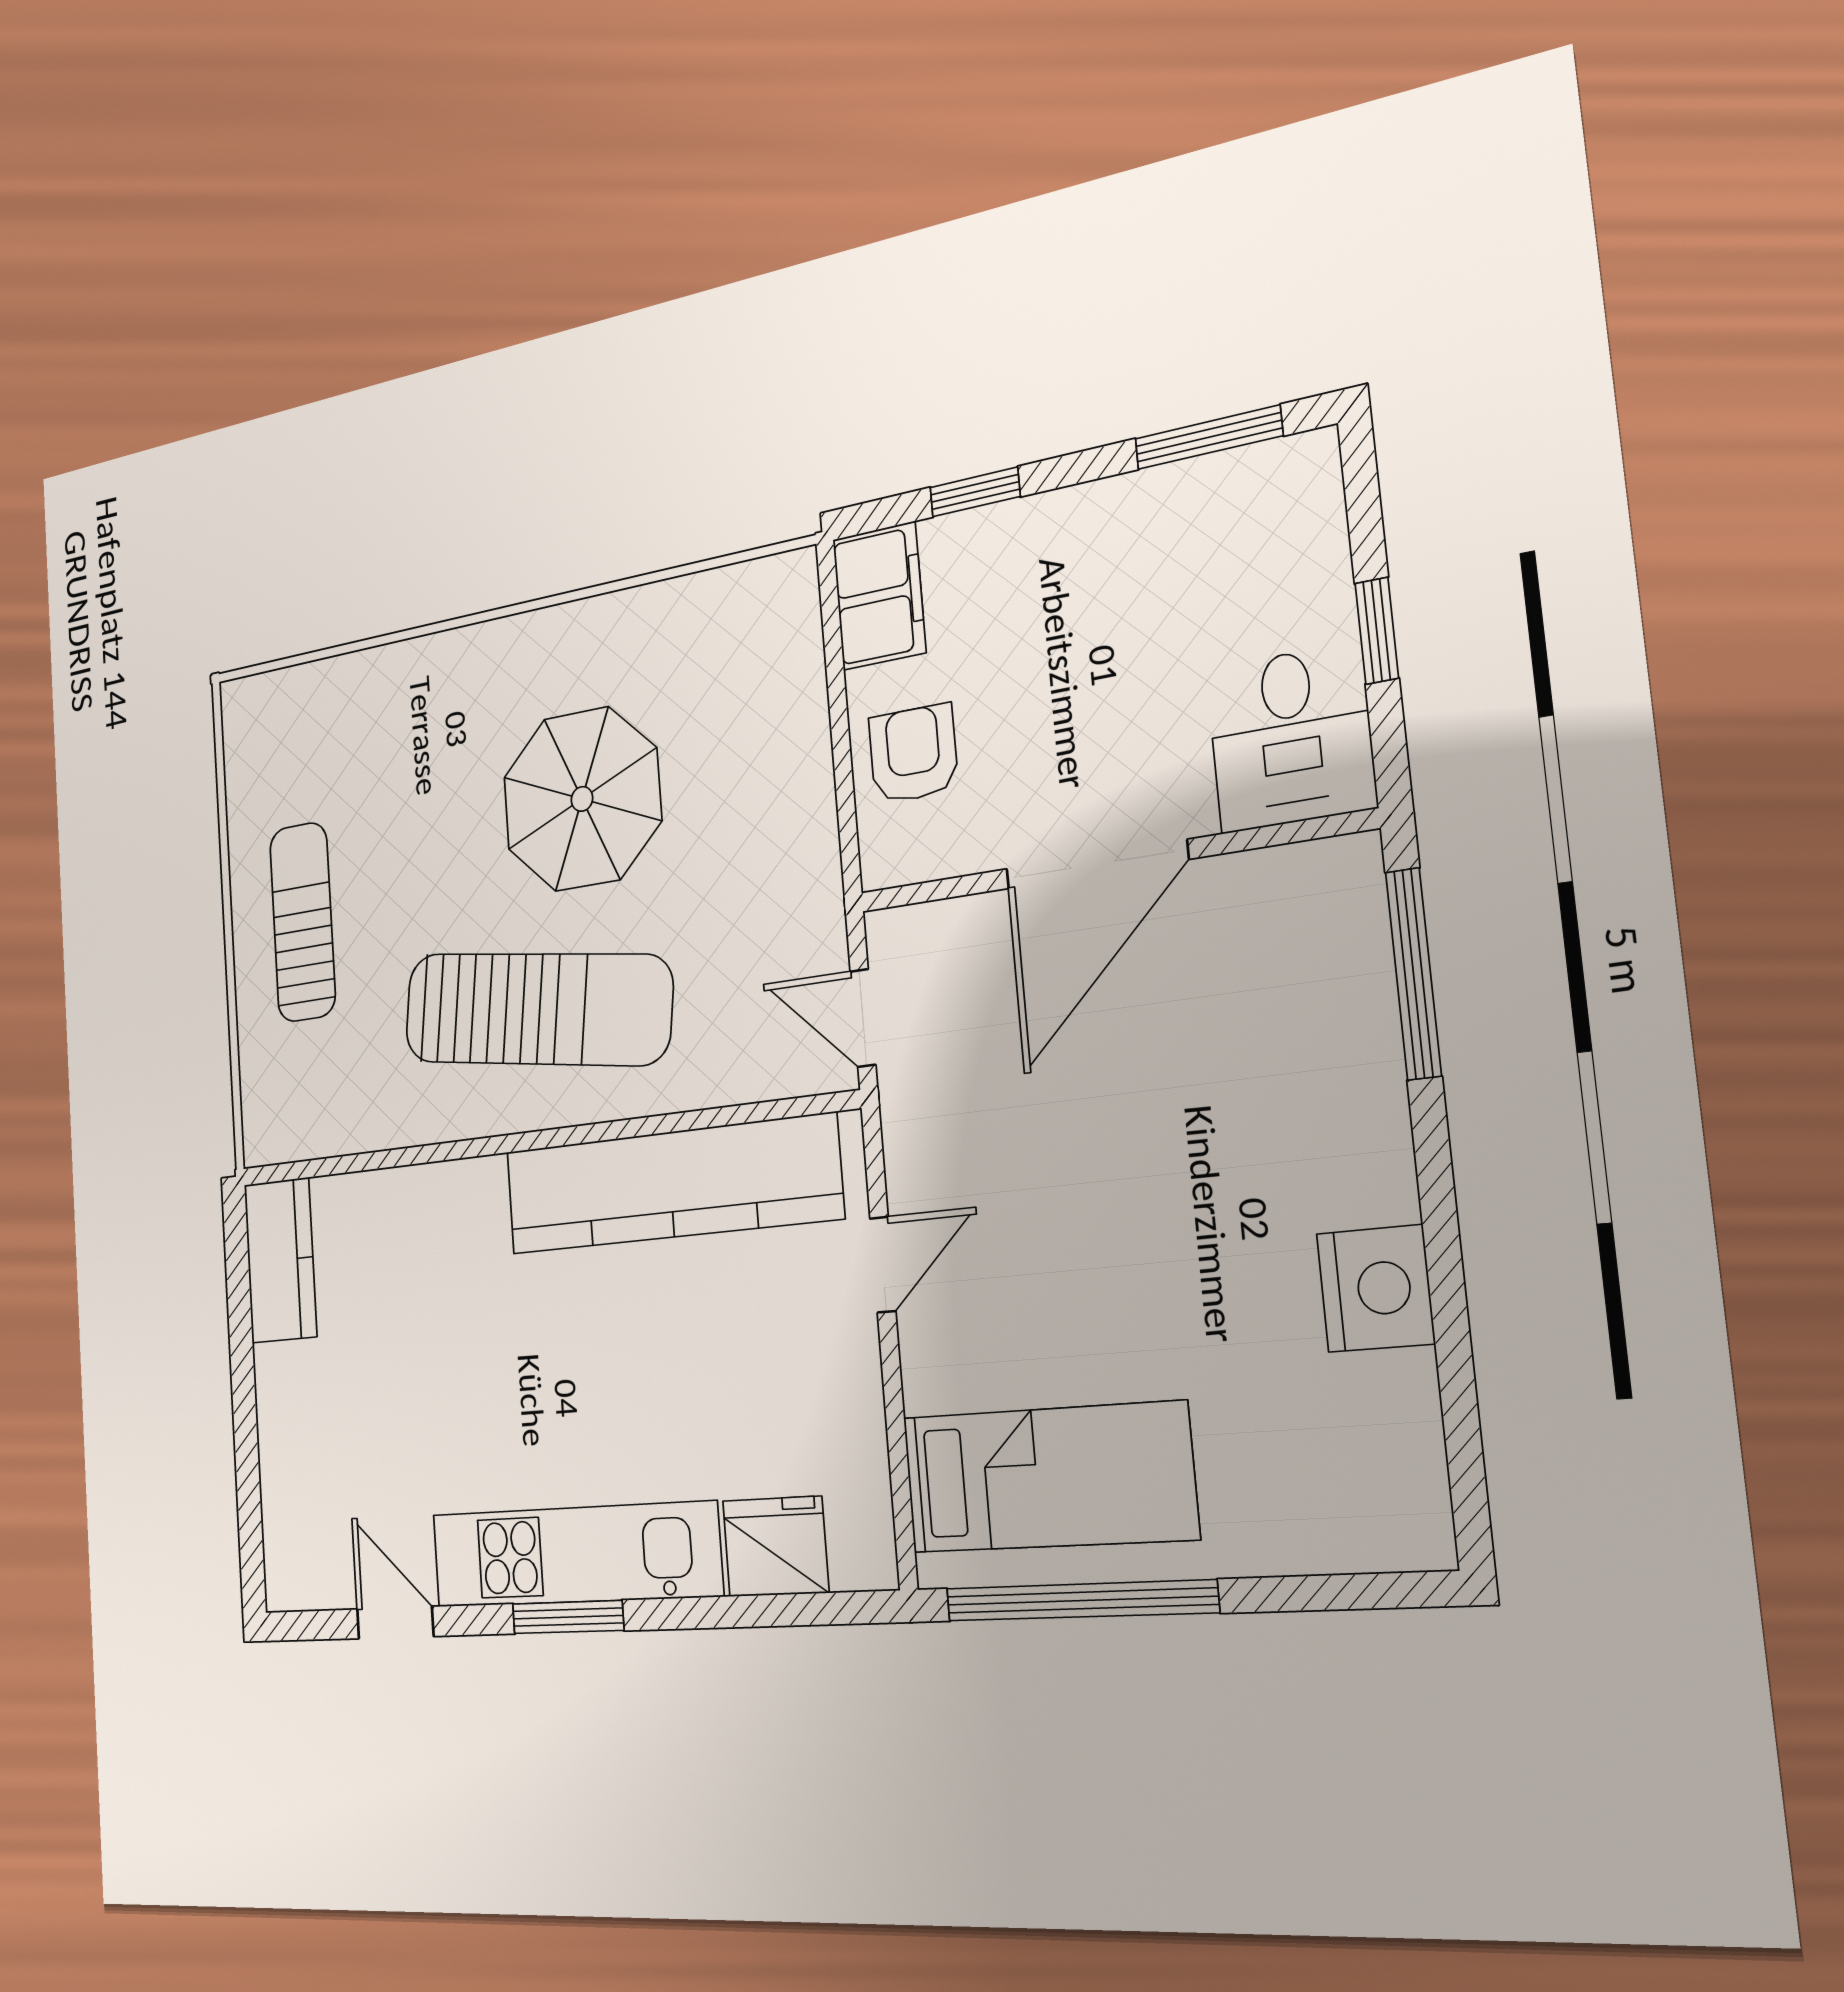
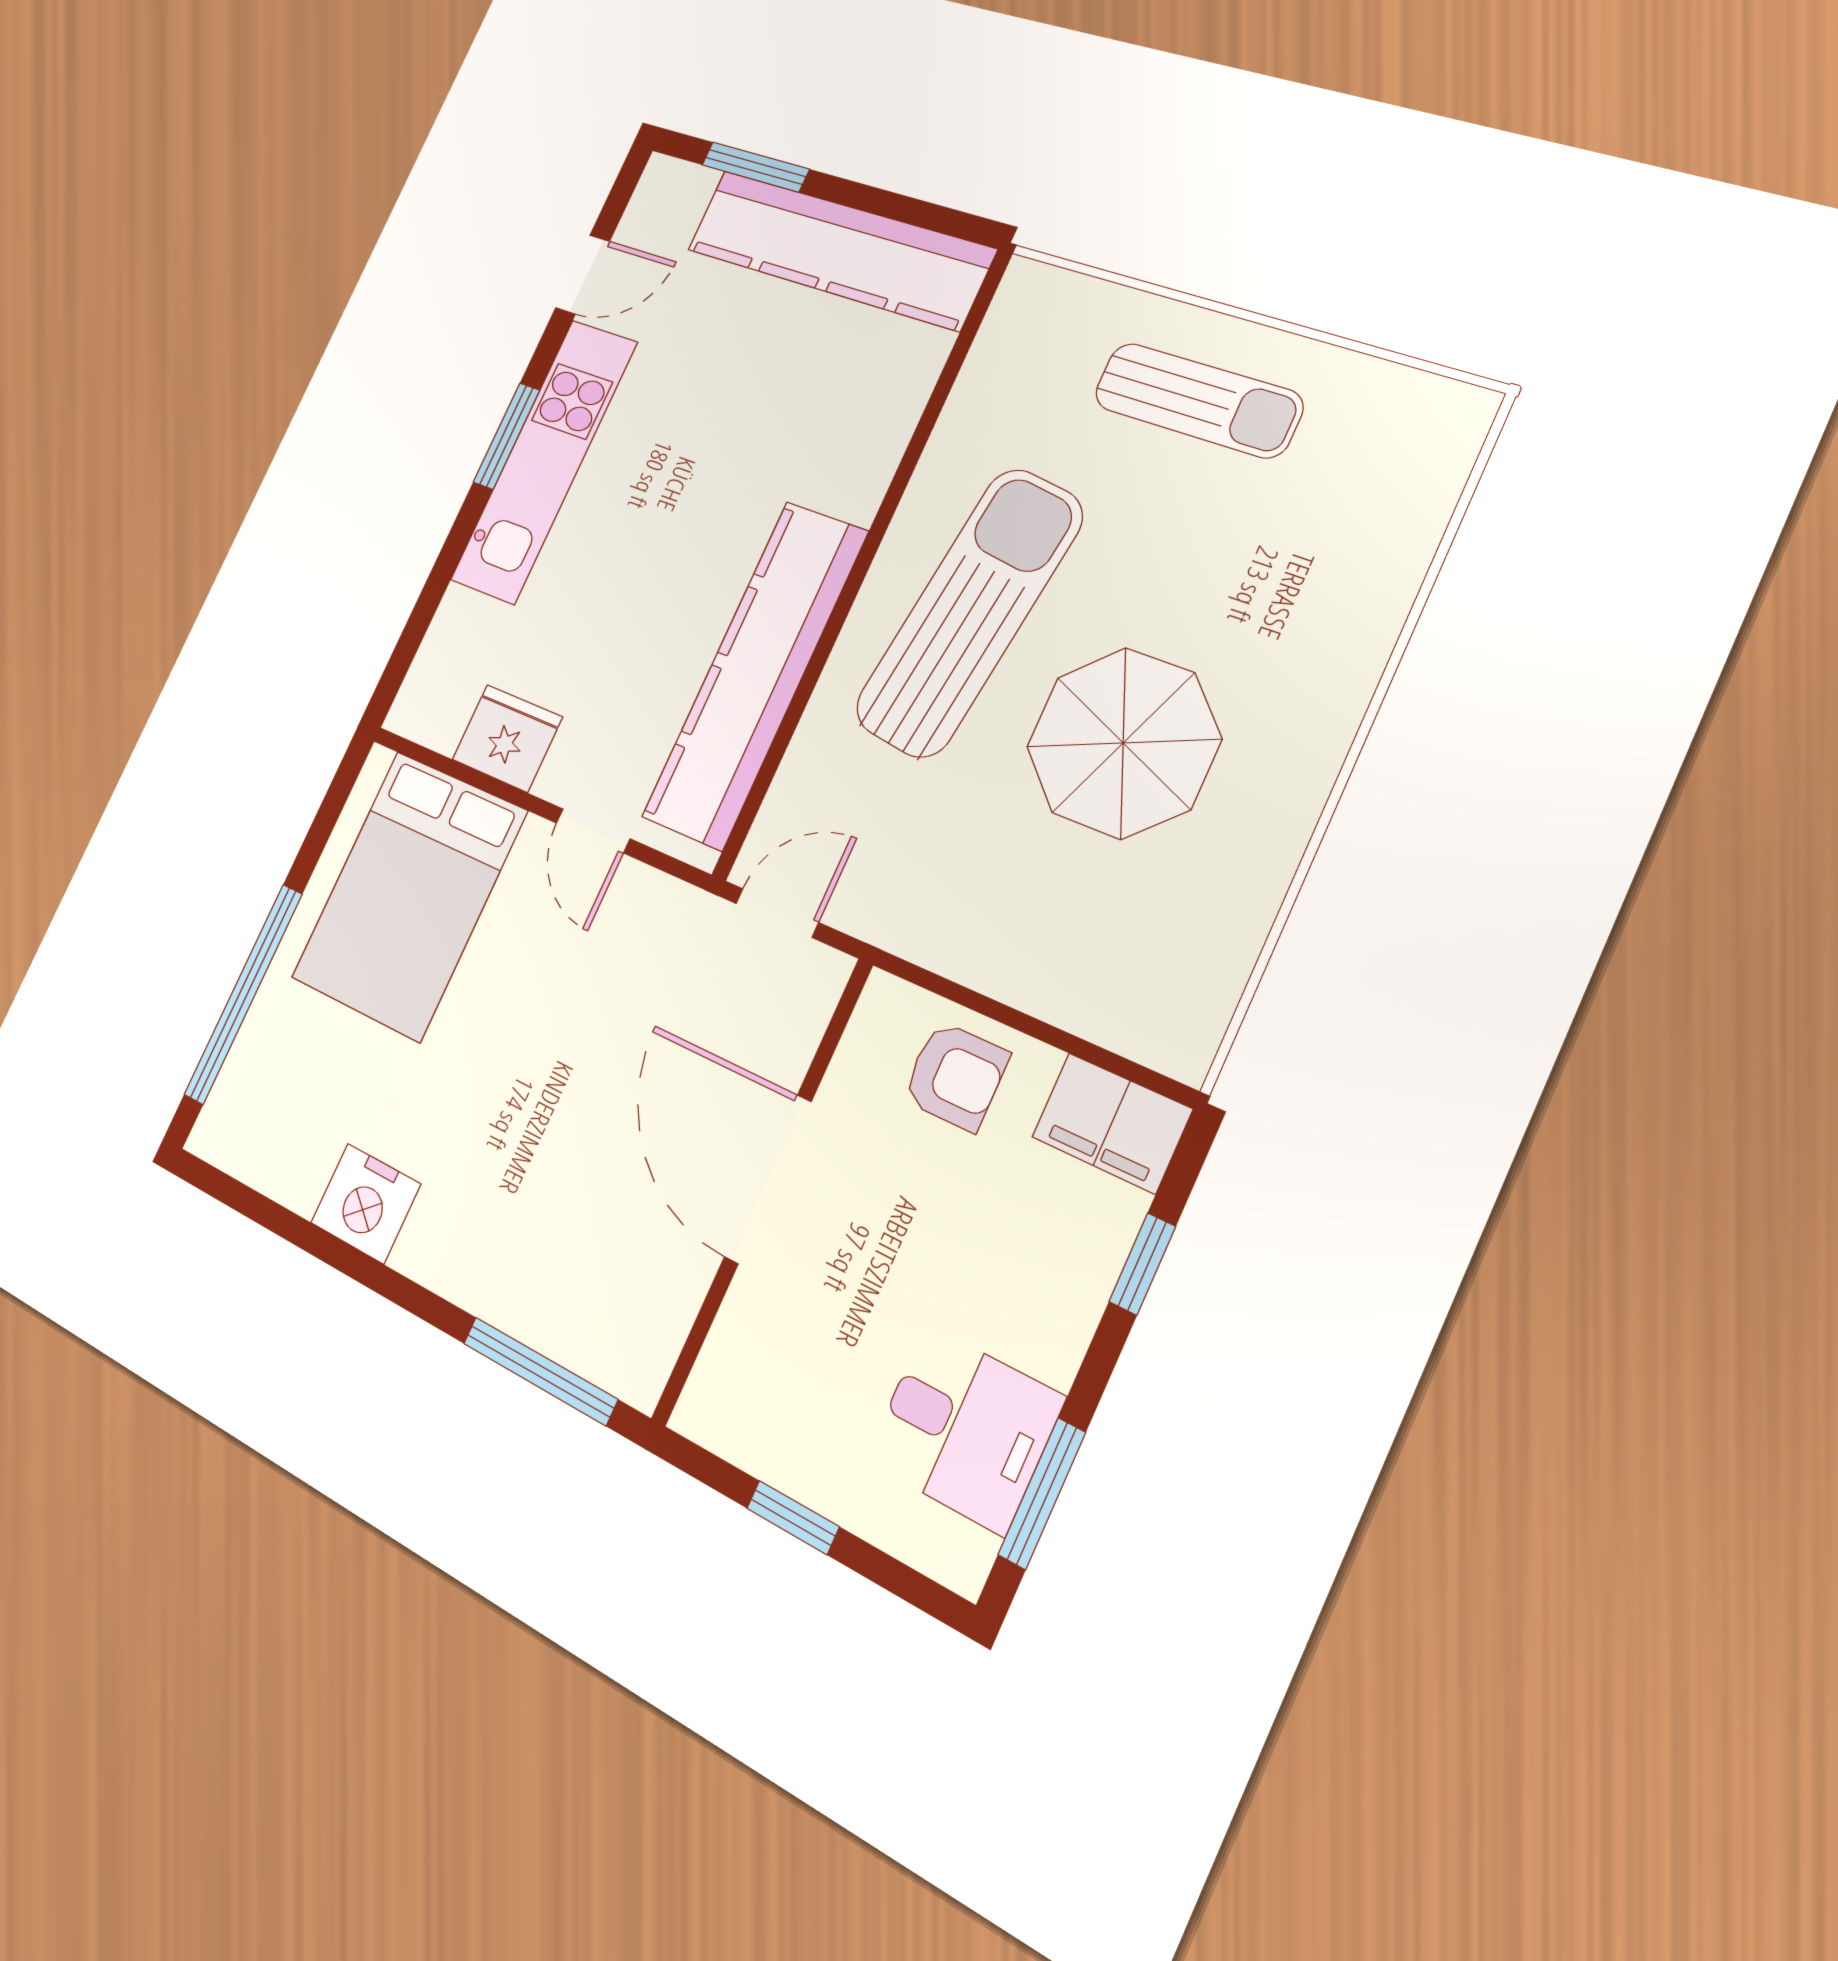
desk: (1291, 738) -> (965, 1429), moved, turned 180
sun lounger: (537, 1009) -> (969, 613), turned 180
kitchen counter: (280, 1260) -> (839, 249), width x2.08, depth x1.17
bed: (1048, 1478) -> (409, 895), width x1.50
window: (248, 1484) -> (755, 167), added
fridge: (775, 1546) -> (507, 738), moved, turned -90
window: (1080, 1601) -> (243, 994), moved

